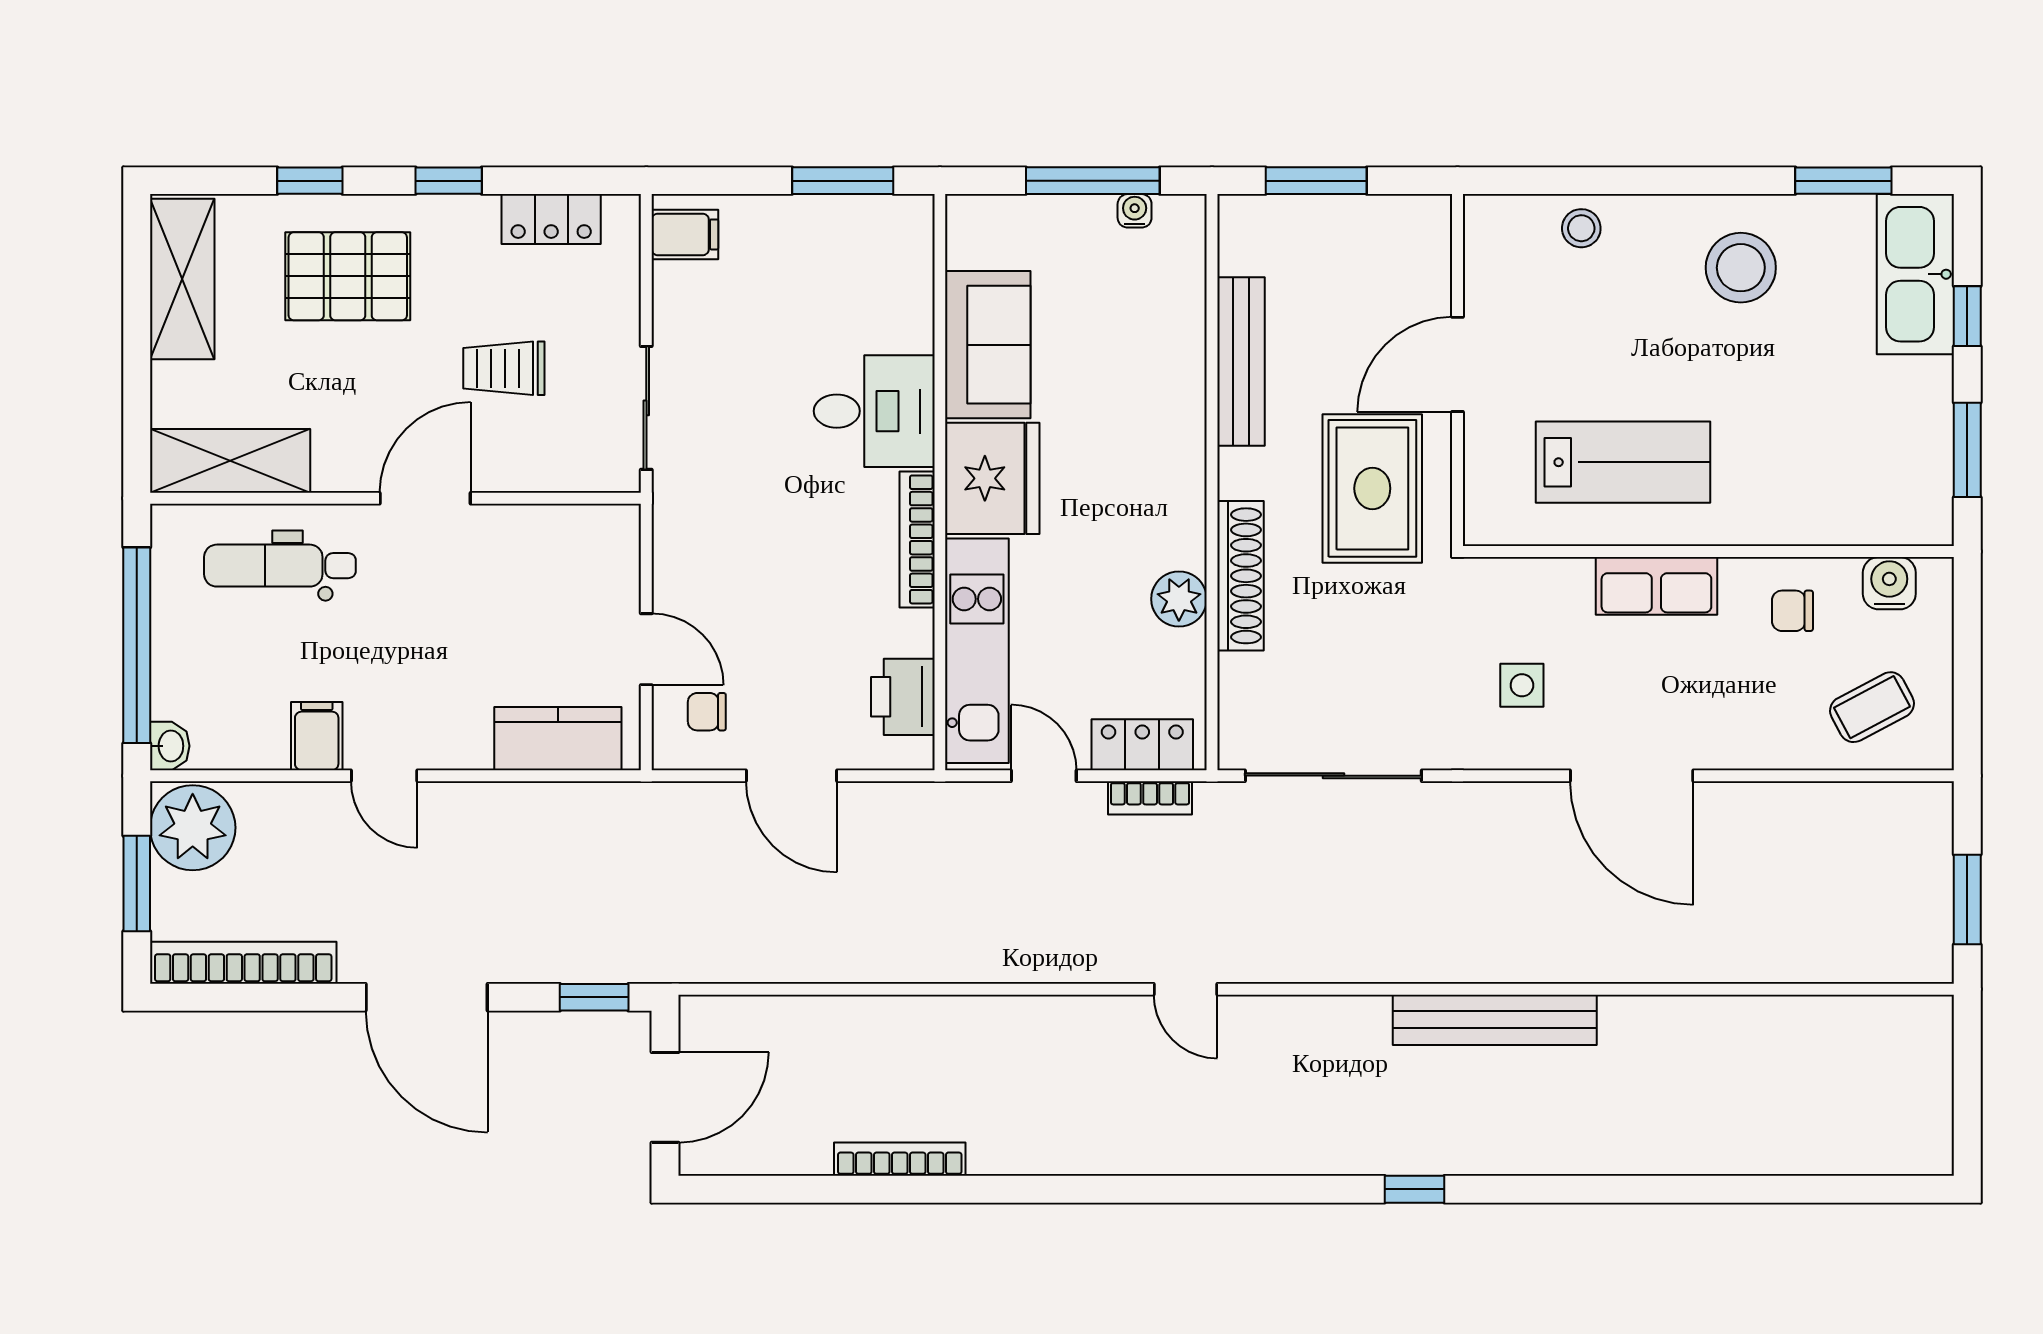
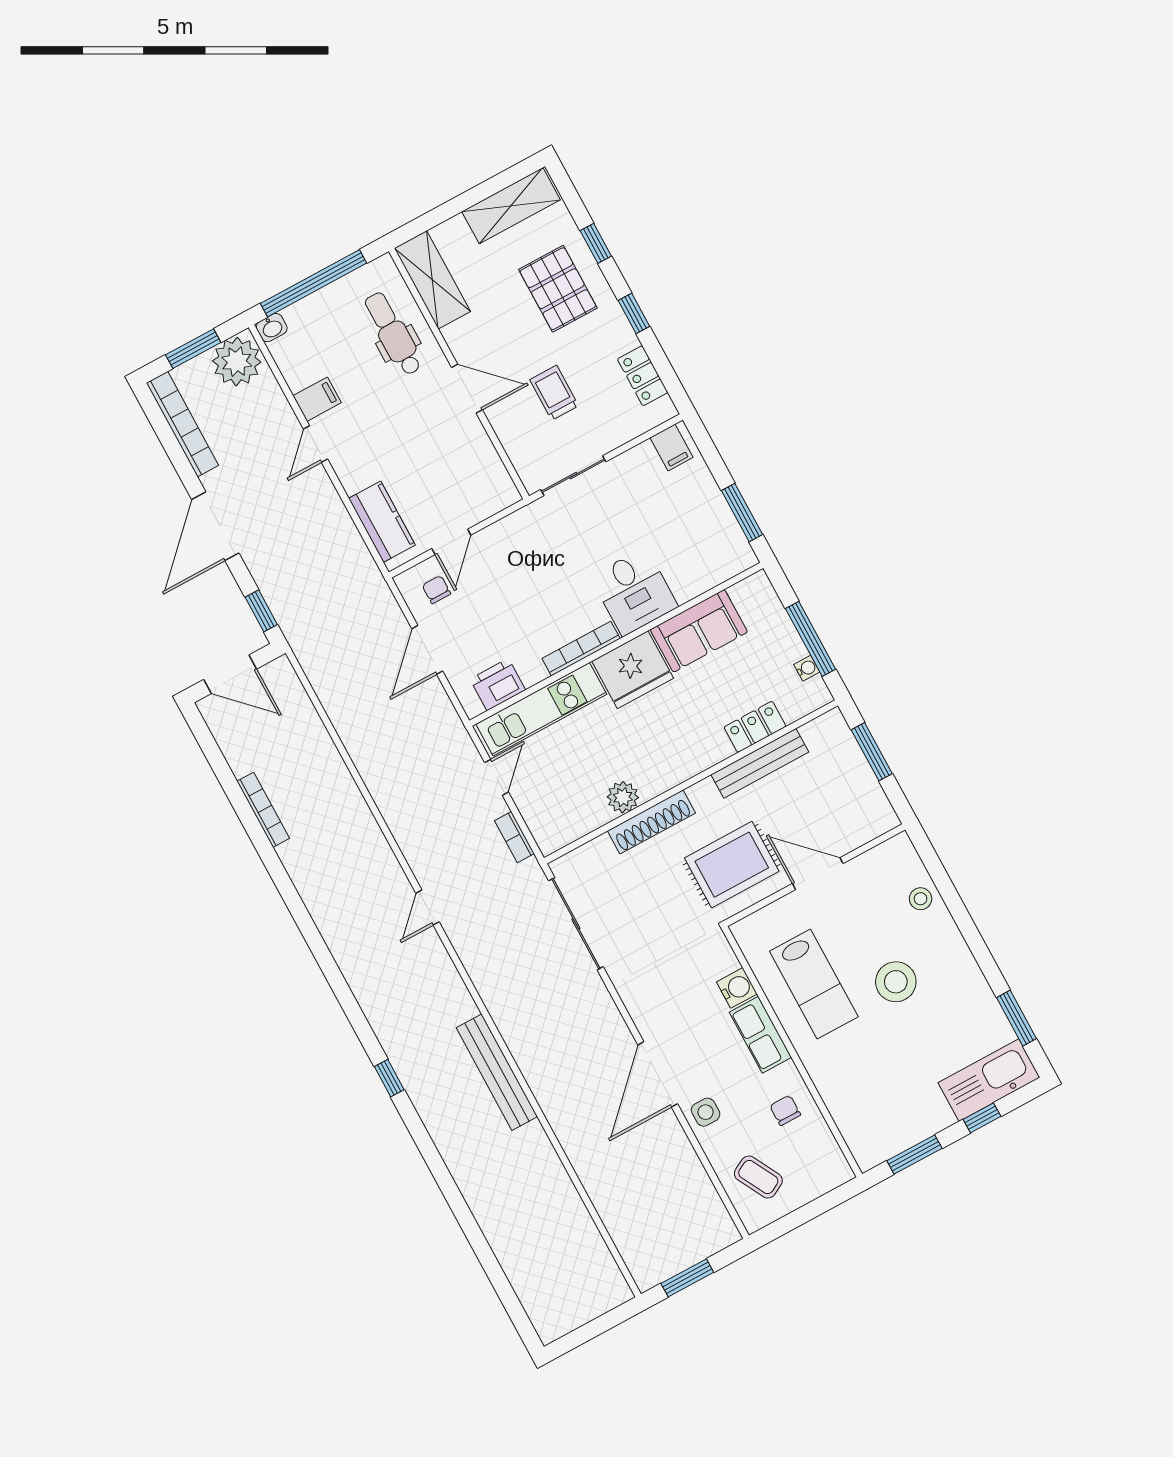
stool: (1741, 268) -> (896, 982), moved
water cooler: (1889, 583) -> (737, 988), moved
side table: (1522, 685) -> (706, 1112), moved
locker: (1142, 745) -> (755, 727), moved, turned -90

